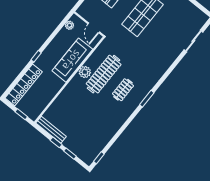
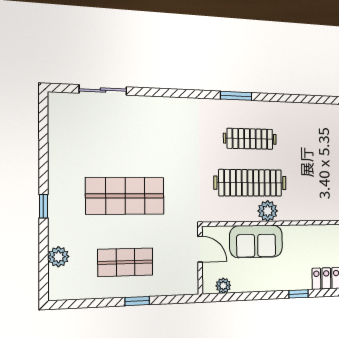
door: (94, 28) -> (200, 249), hinge flipped
sofa: (72, 60) -> (256, 241), width x0.73
clothes rail: (123, 90) -> (250, 139), width x1.36

